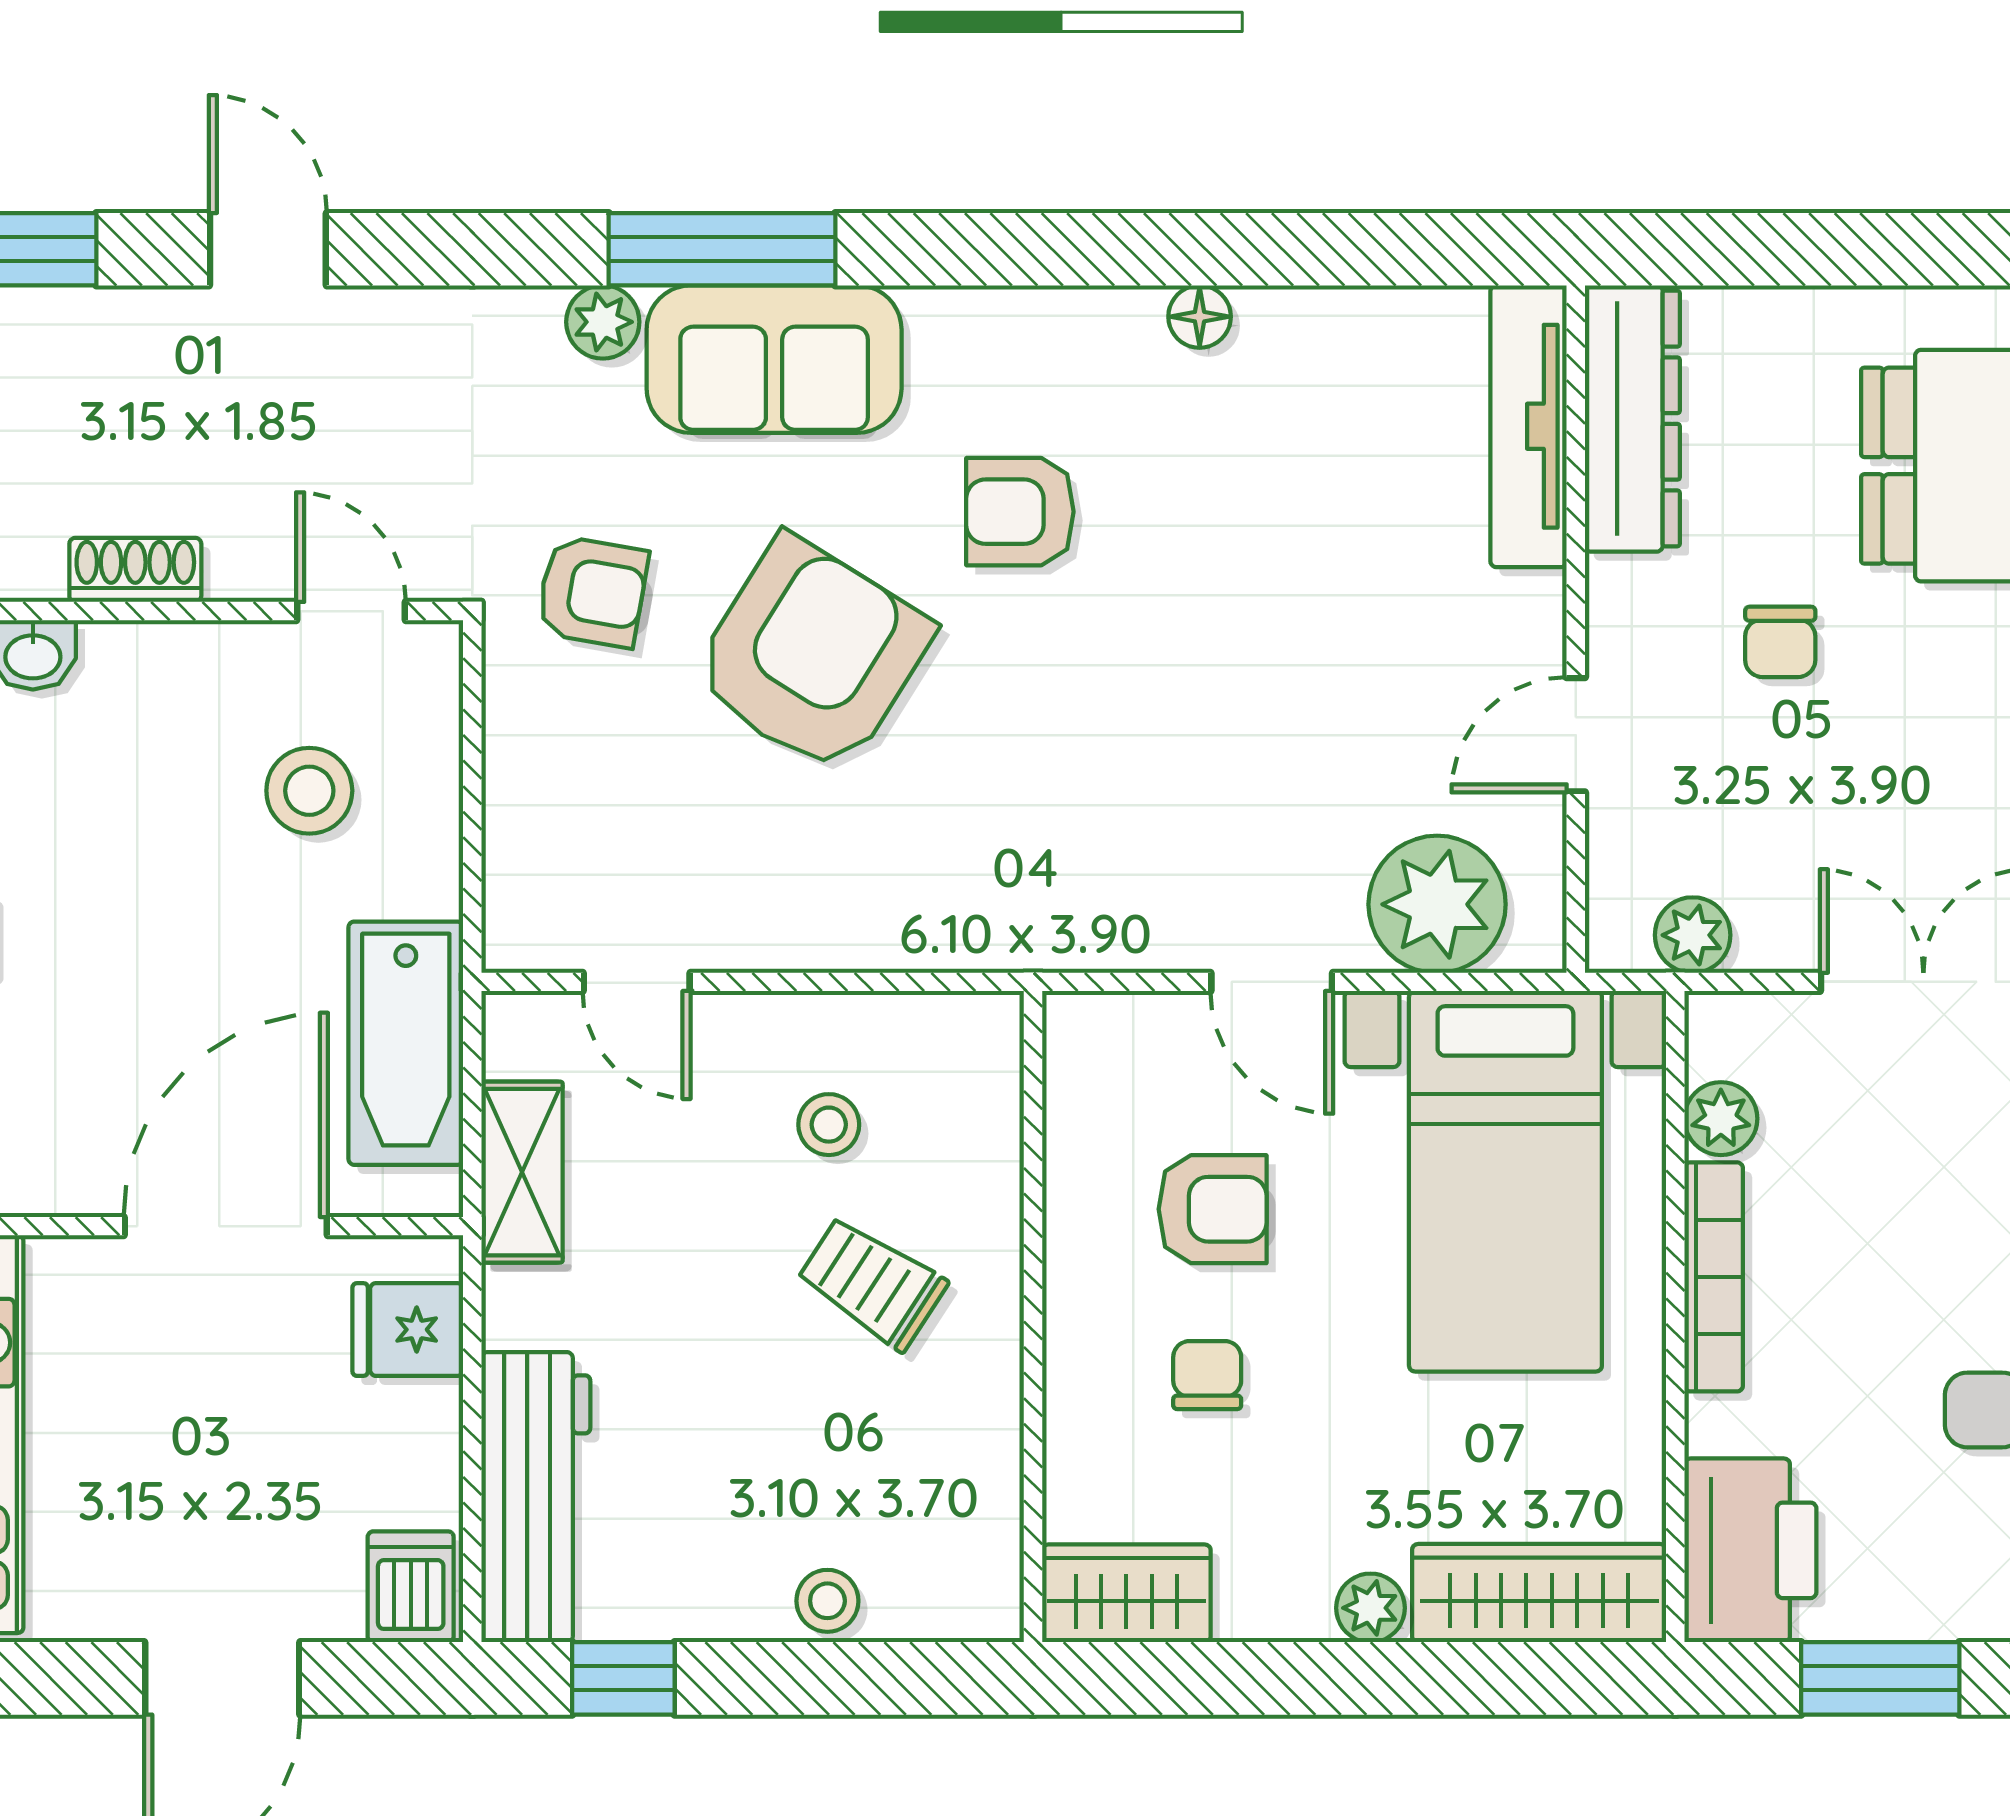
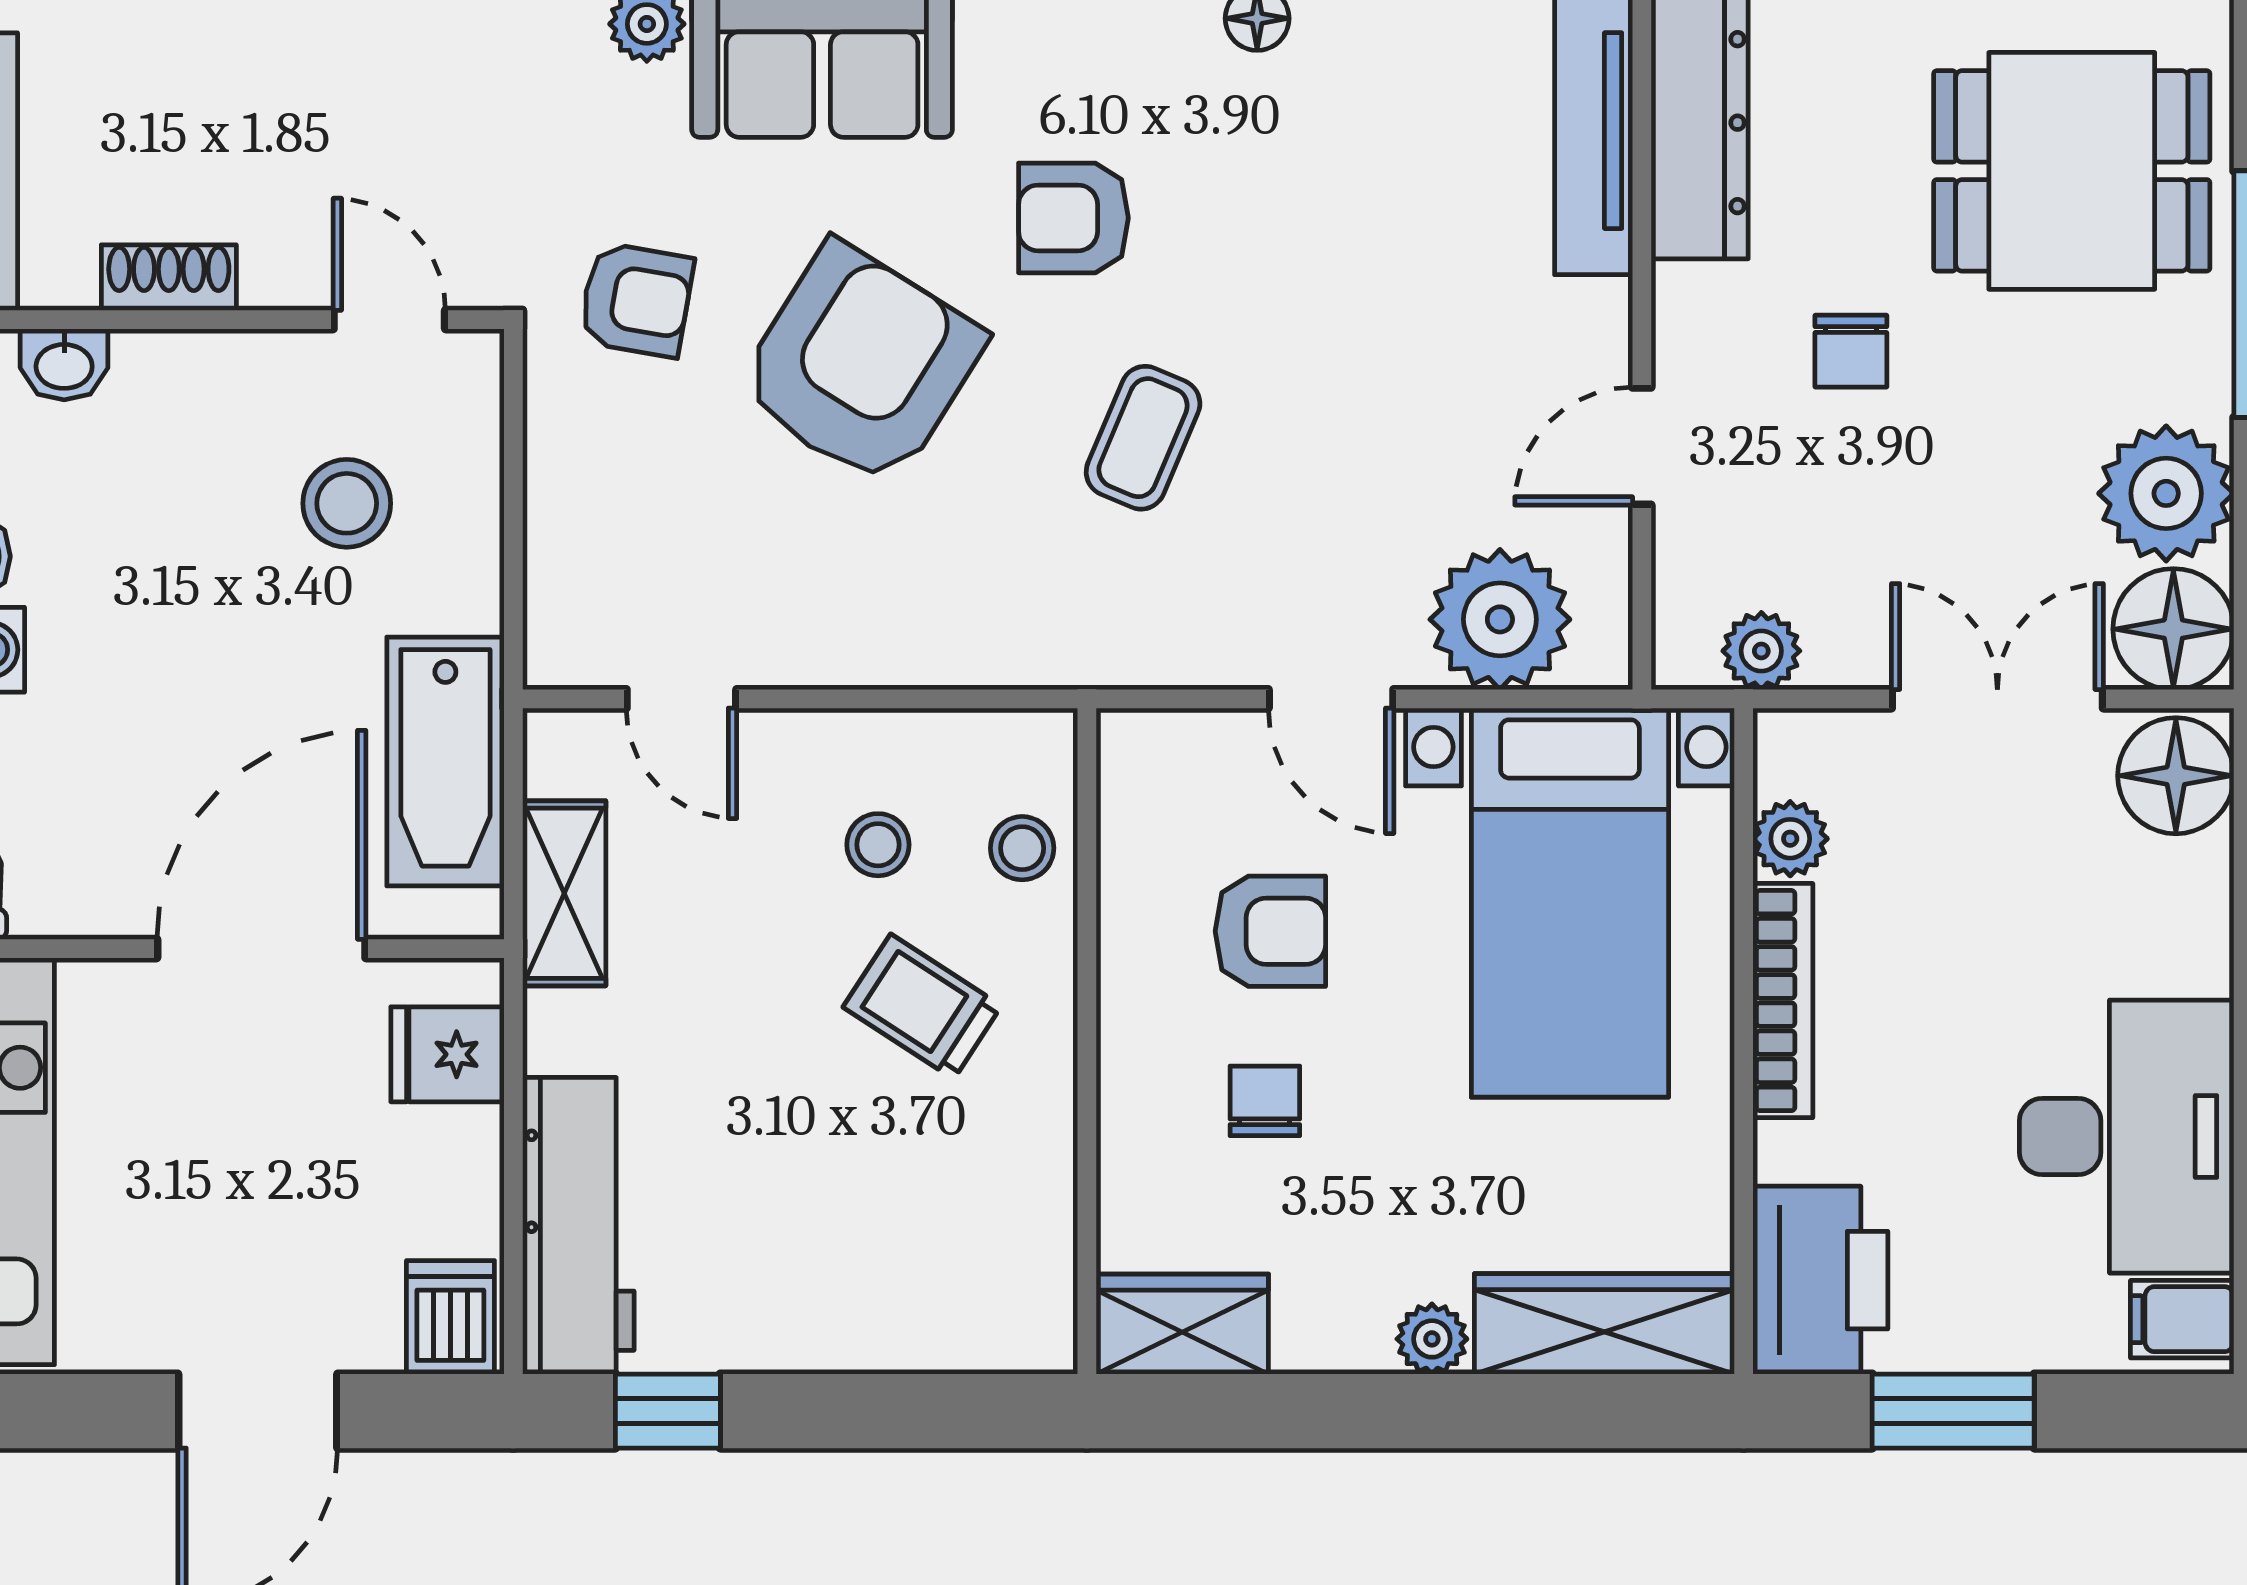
coffee table: (1088, 727) -> (1143, 438), added
stool: (827, 1601) -> (1022, 848), moved

